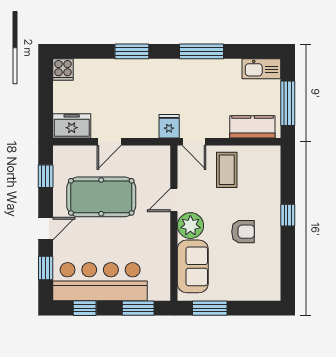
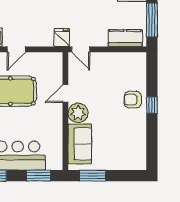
coffee table: (227, 170) -> (106, 71), removed
armchair: (243, 232) -> (133, 100), moved, turned 180

